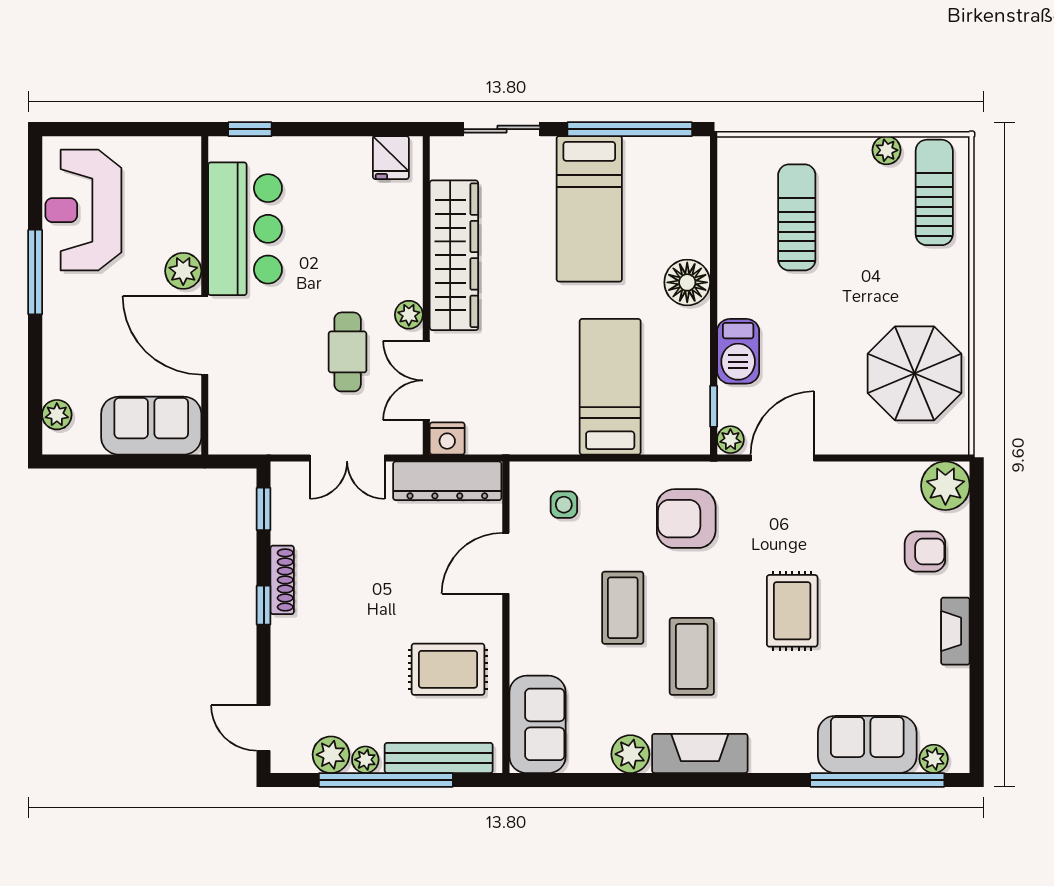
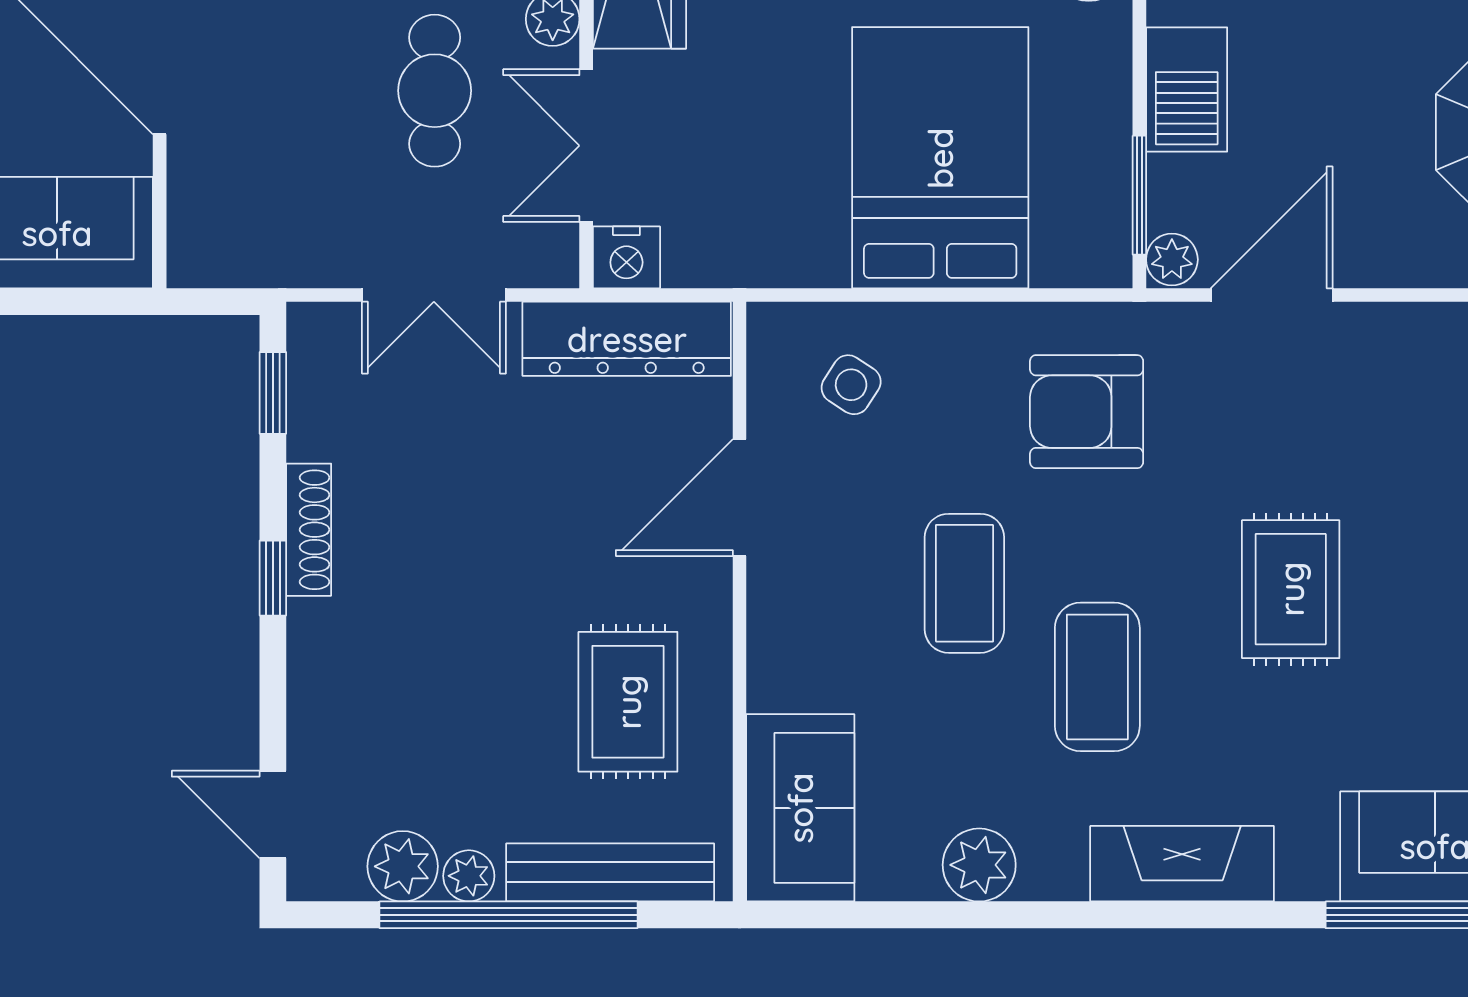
bed: (610, 387) -> (940, 158), width x1.50
window: (714, 406) -> (1139, 195), width x1.50
side table: (564, 505) -> (851, 385), turned 33
rug: (448, 669) -> (628, 702), turned 90
fireplace: (700, 753) -> (1182, 864), moved

